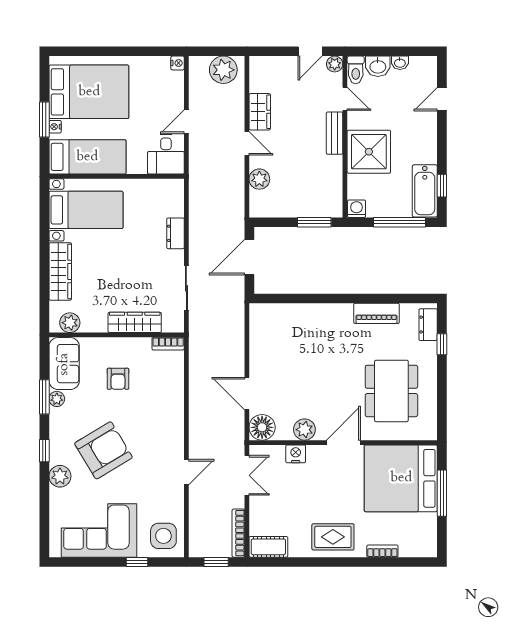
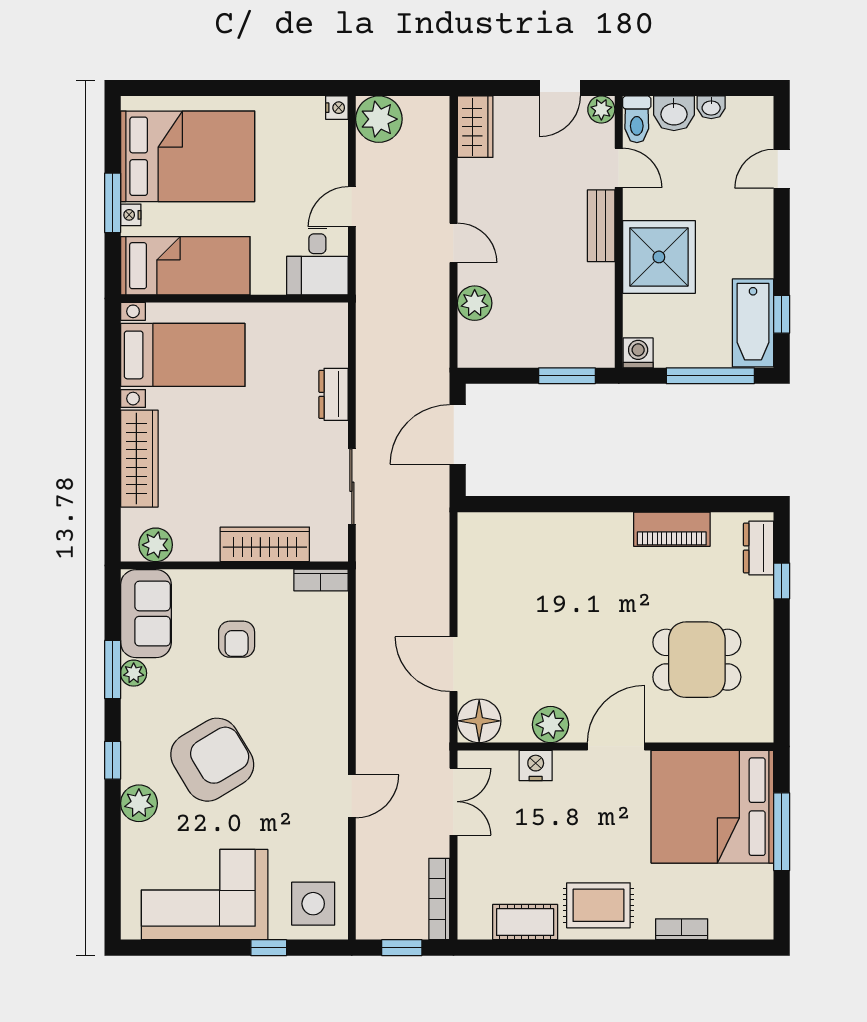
plant: (223, 70) -> (379, 119), moved
wardrobe: (260, 112) -> (475, 127), moved
dining table: (391, 391) -> (697, 660), width x0.73
cot: (268, 547) -> (525, 922), moved

